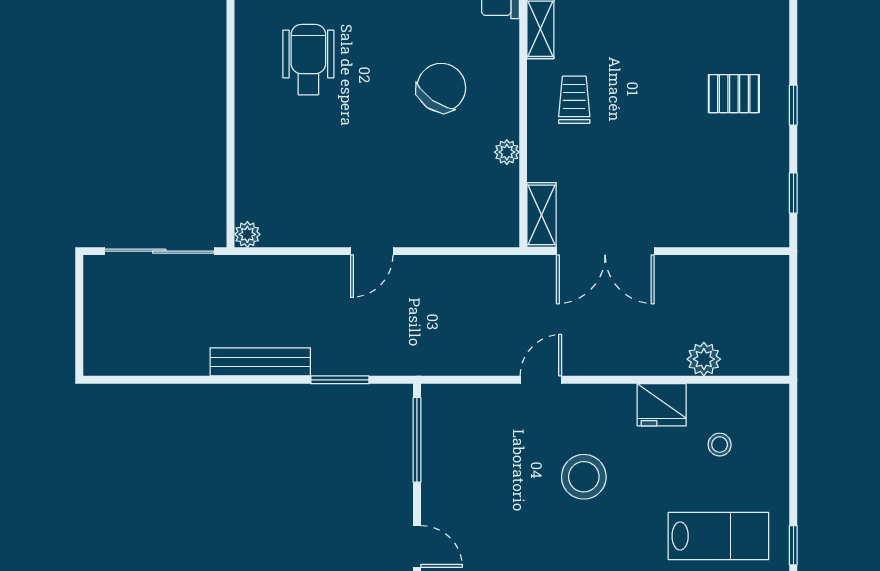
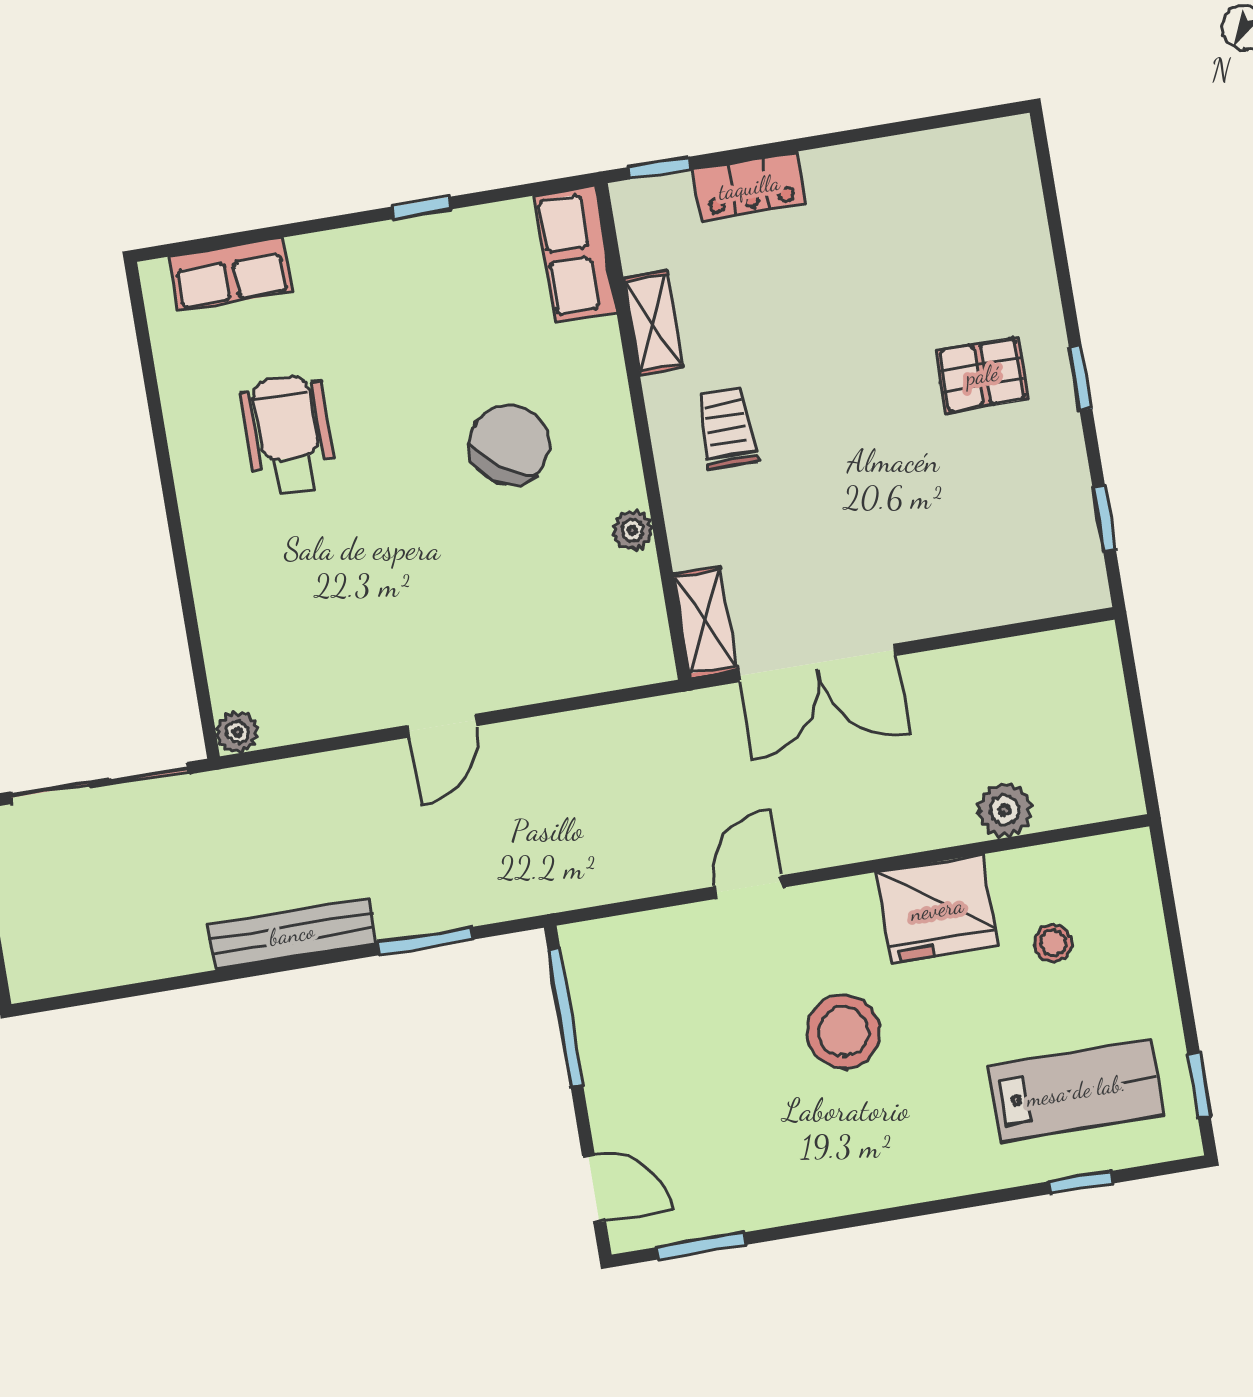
fridge: (662, 405) -> (937, 909), width x1.36, depth x1.34

